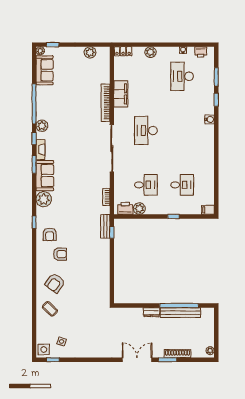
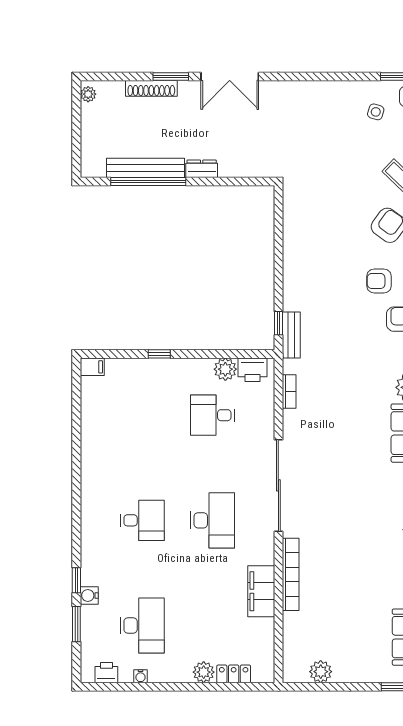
locker: (123, 51) -> (234, 674), moved
water cooler: (210, 119) -> (89, 595), moved
desk: (182, 185) -> (142, 520), moved, turned 180

